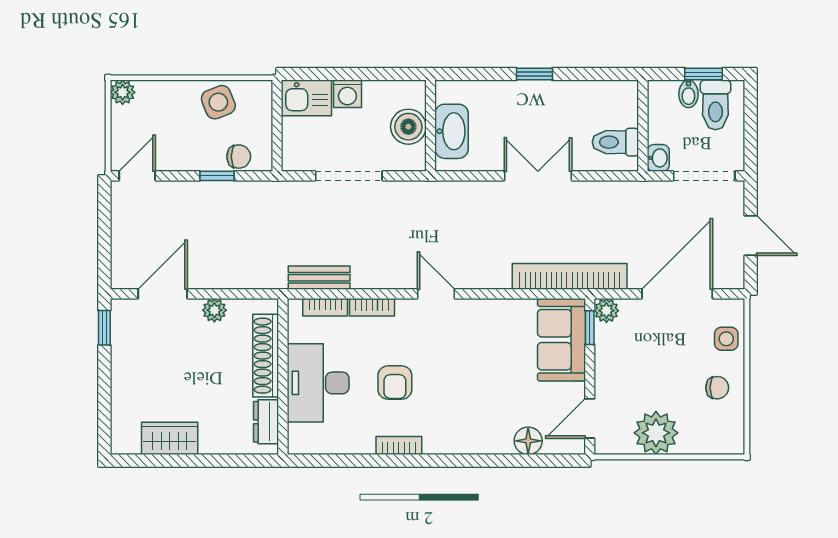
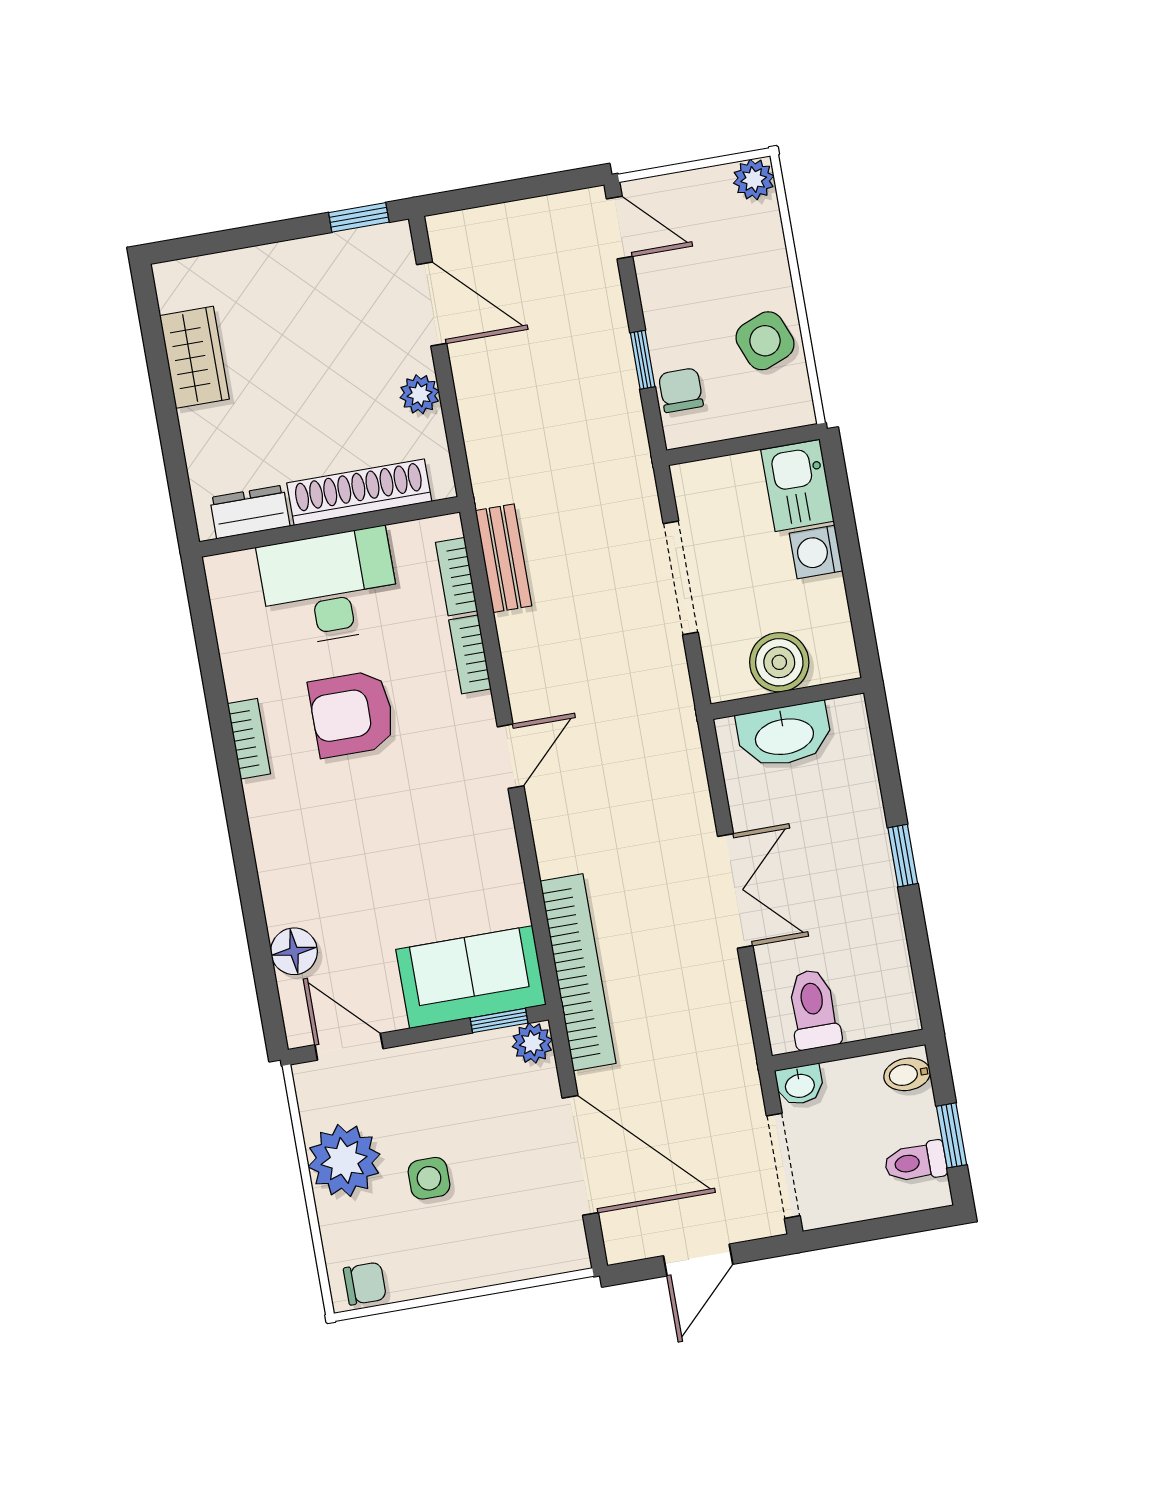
bidet: (688, 94) -> (907, 1074), moved
toilet: (715, 105) -> (916, 1162), width x0.73, depth x0.72
chair: (239, 157) -> (681, 390), turned 180
side table: (726, 339) -> (429, 1178), moved
armchair: (395, 383) -> (352, 714), width x1.38, depth x1.38
chair: (717, 388) -> (365, 1284), moved, turned -90

